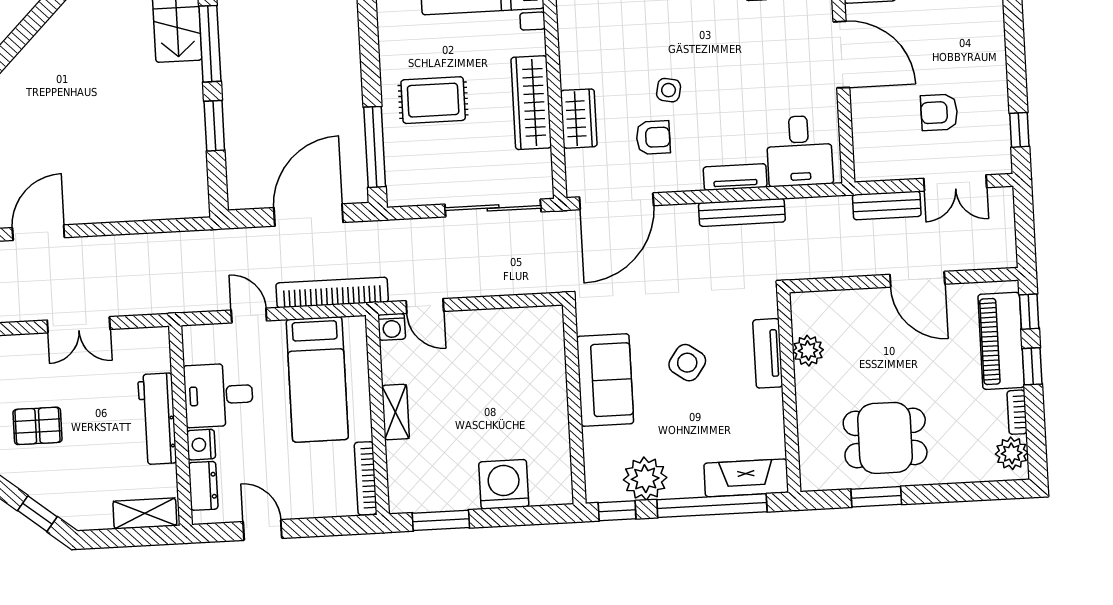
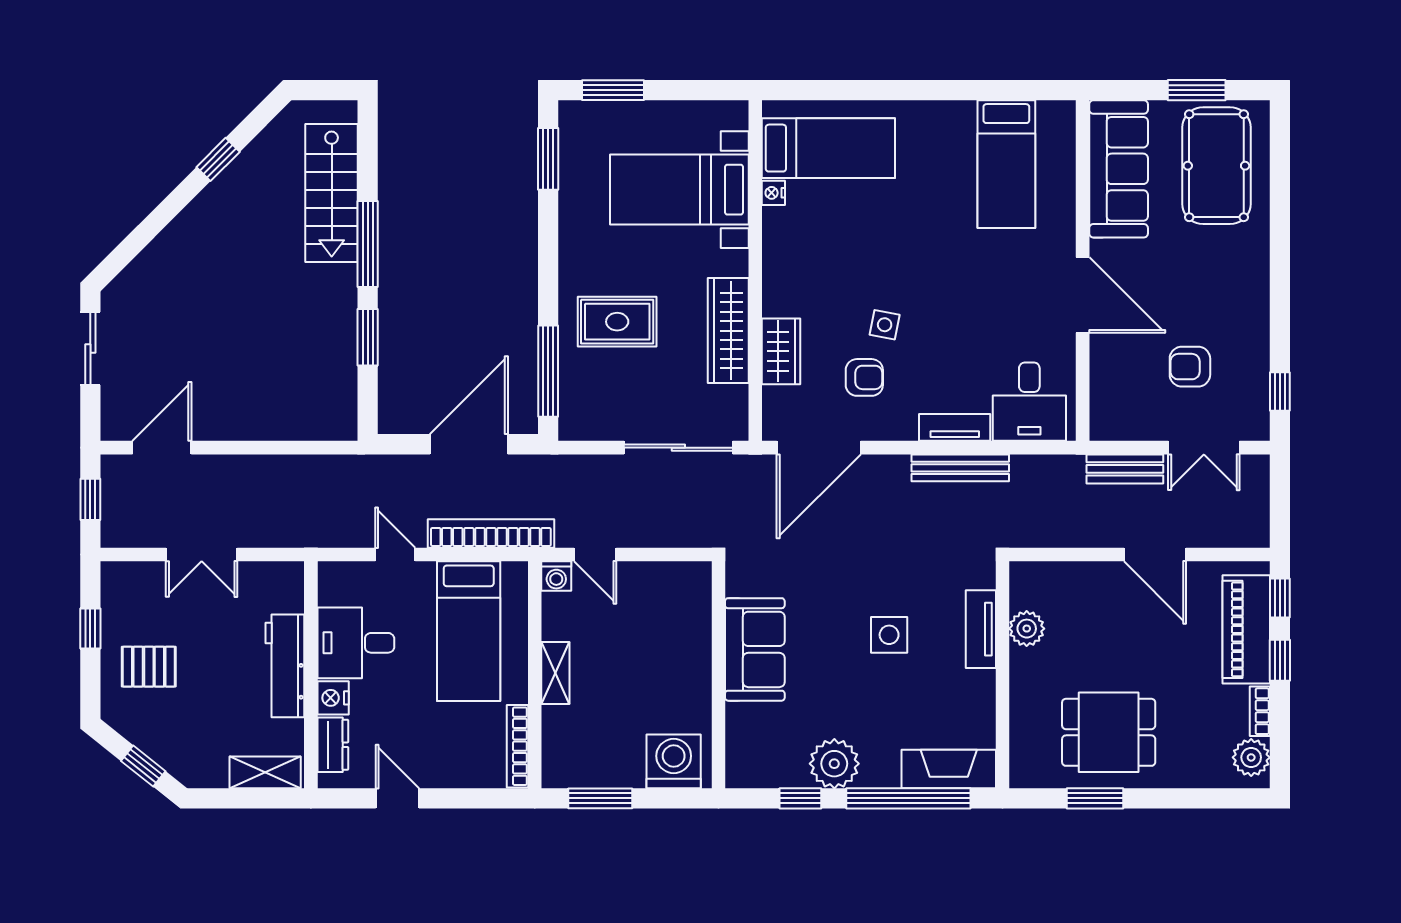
side table: (687, 363) -> (889, 635), turned -35
sofa: (605, 380) -> (755, 649), moved
wall: (574, 404) -> (718, 675), moved

